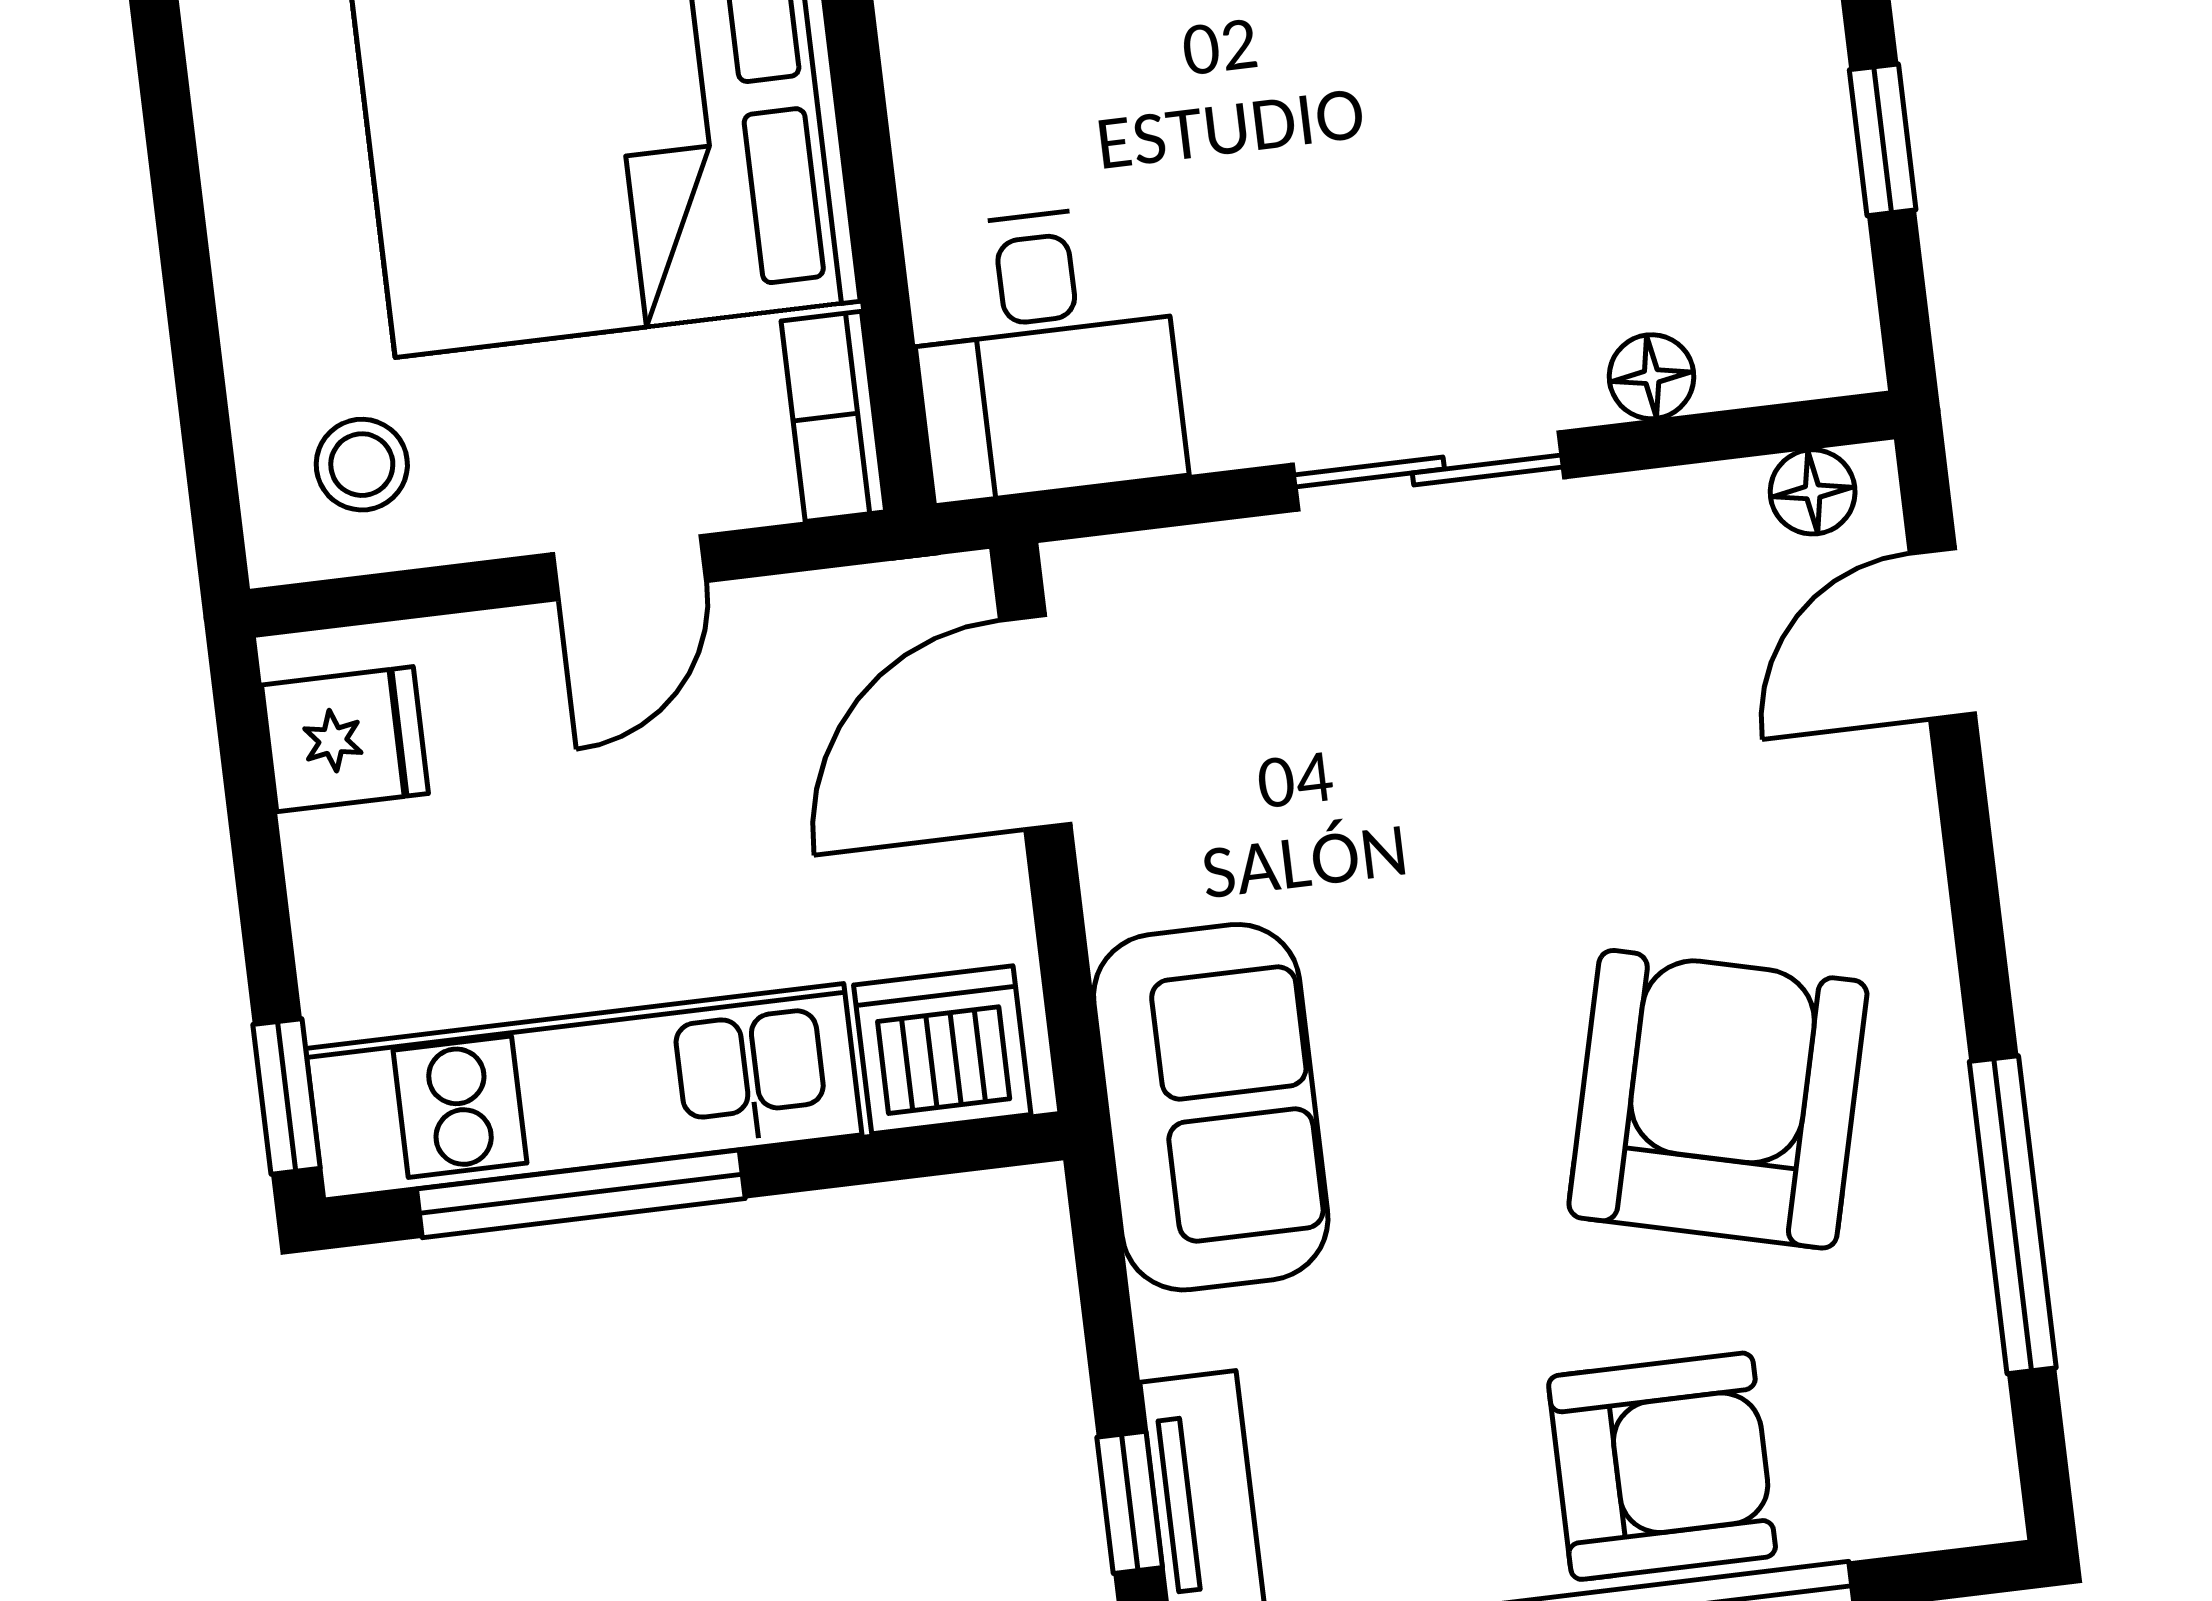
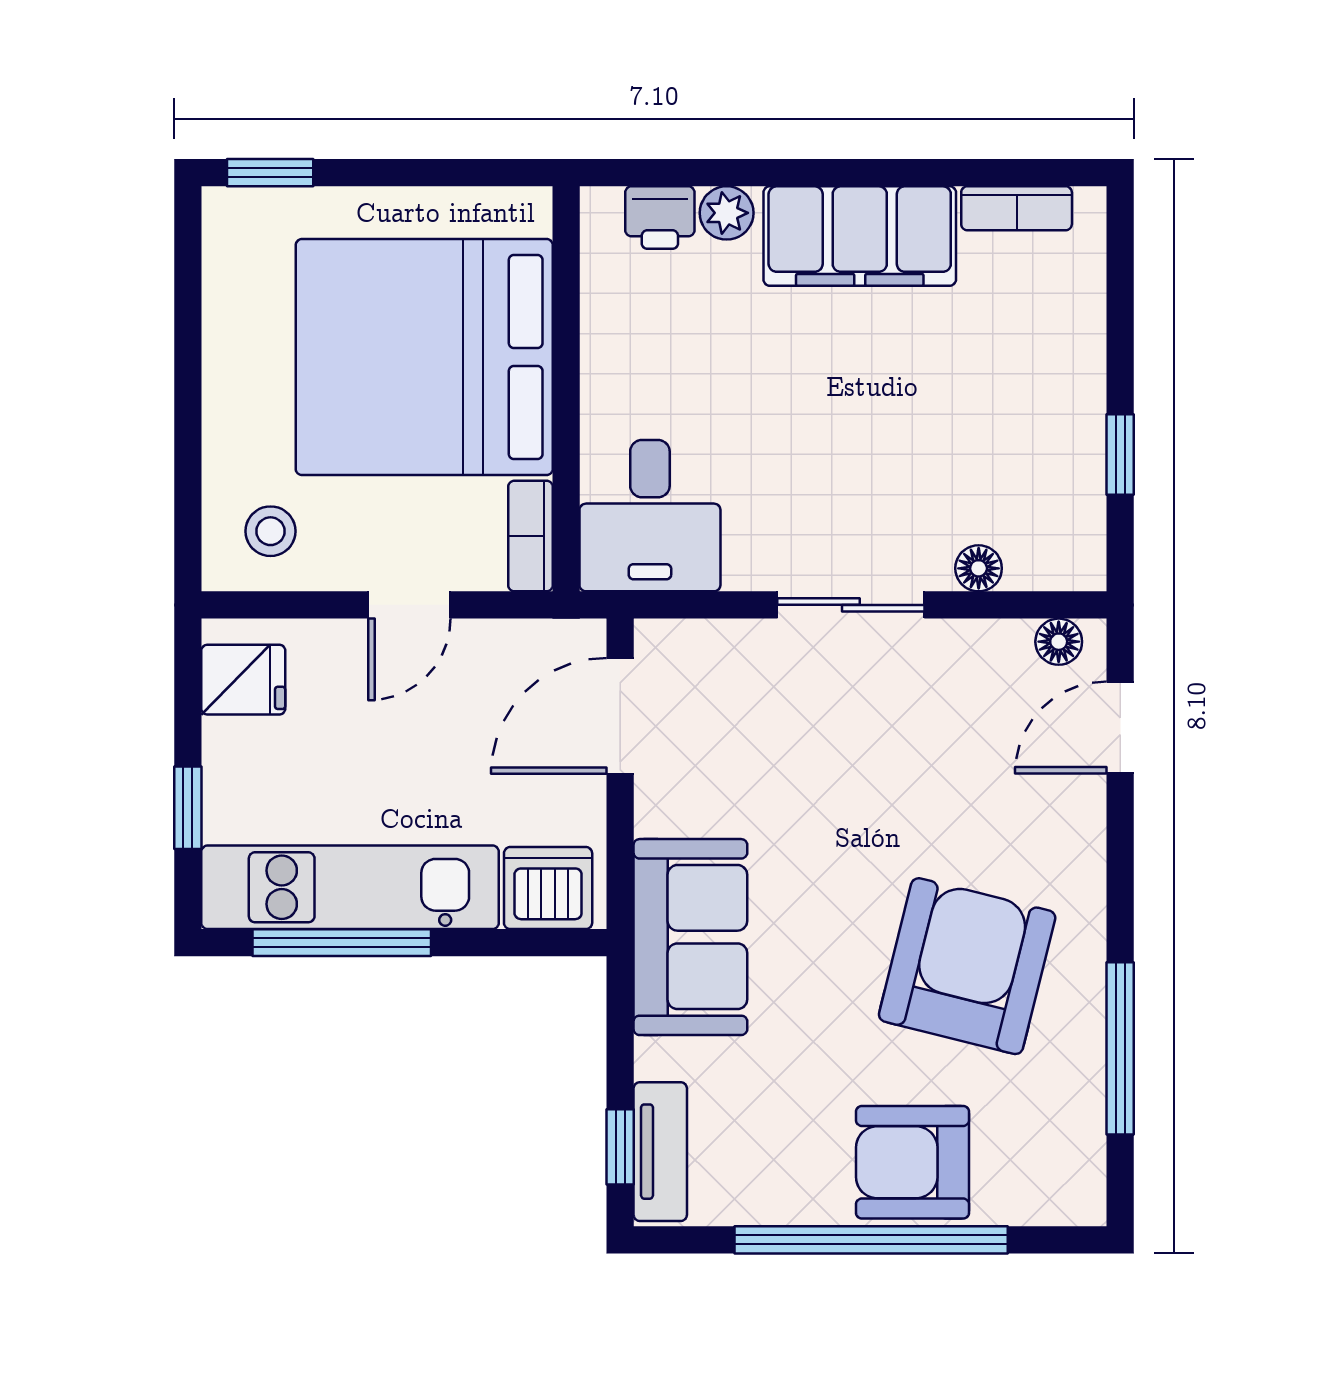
window: (287, 1096) -> (188, 808), moved
armchair: (1662, 1466) -> (912, 1162), turned 180

